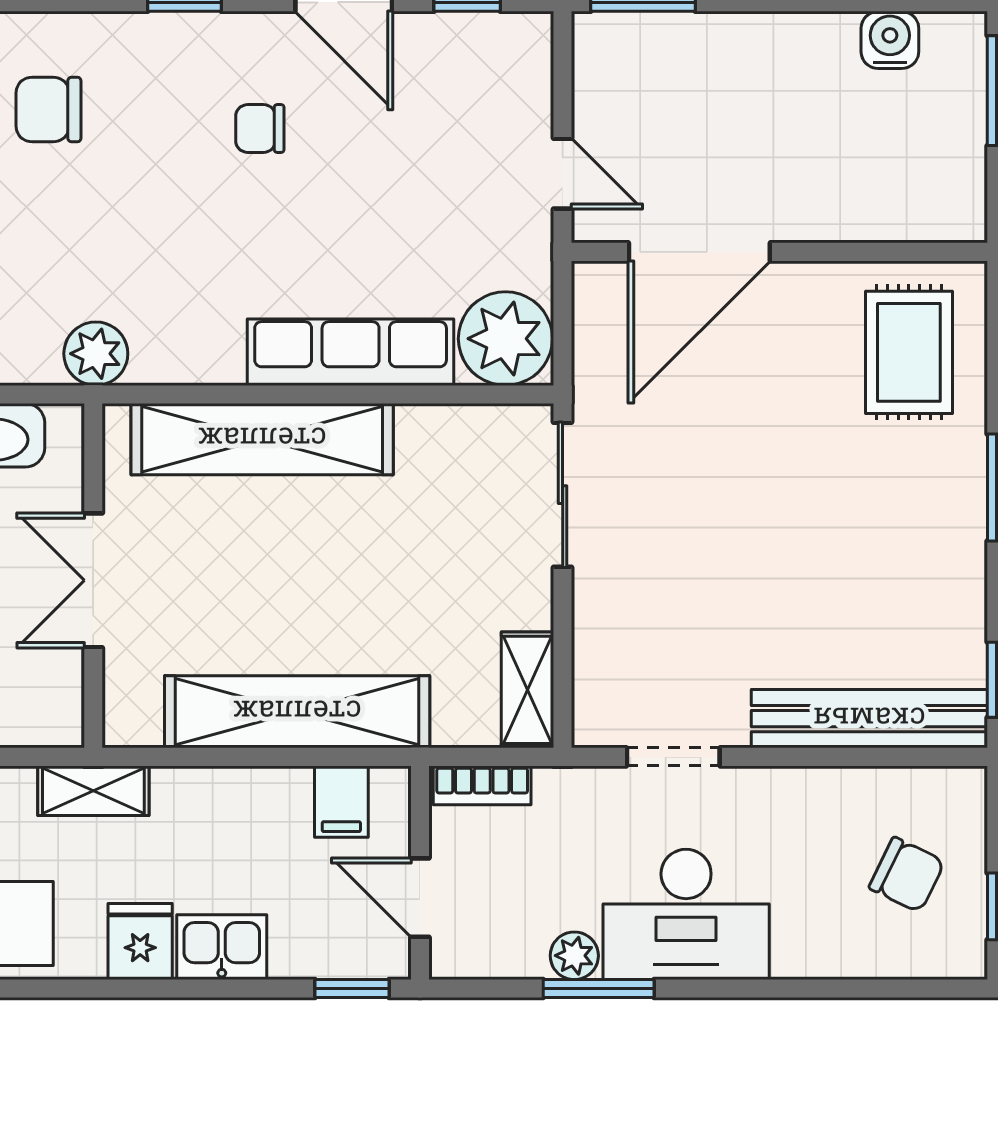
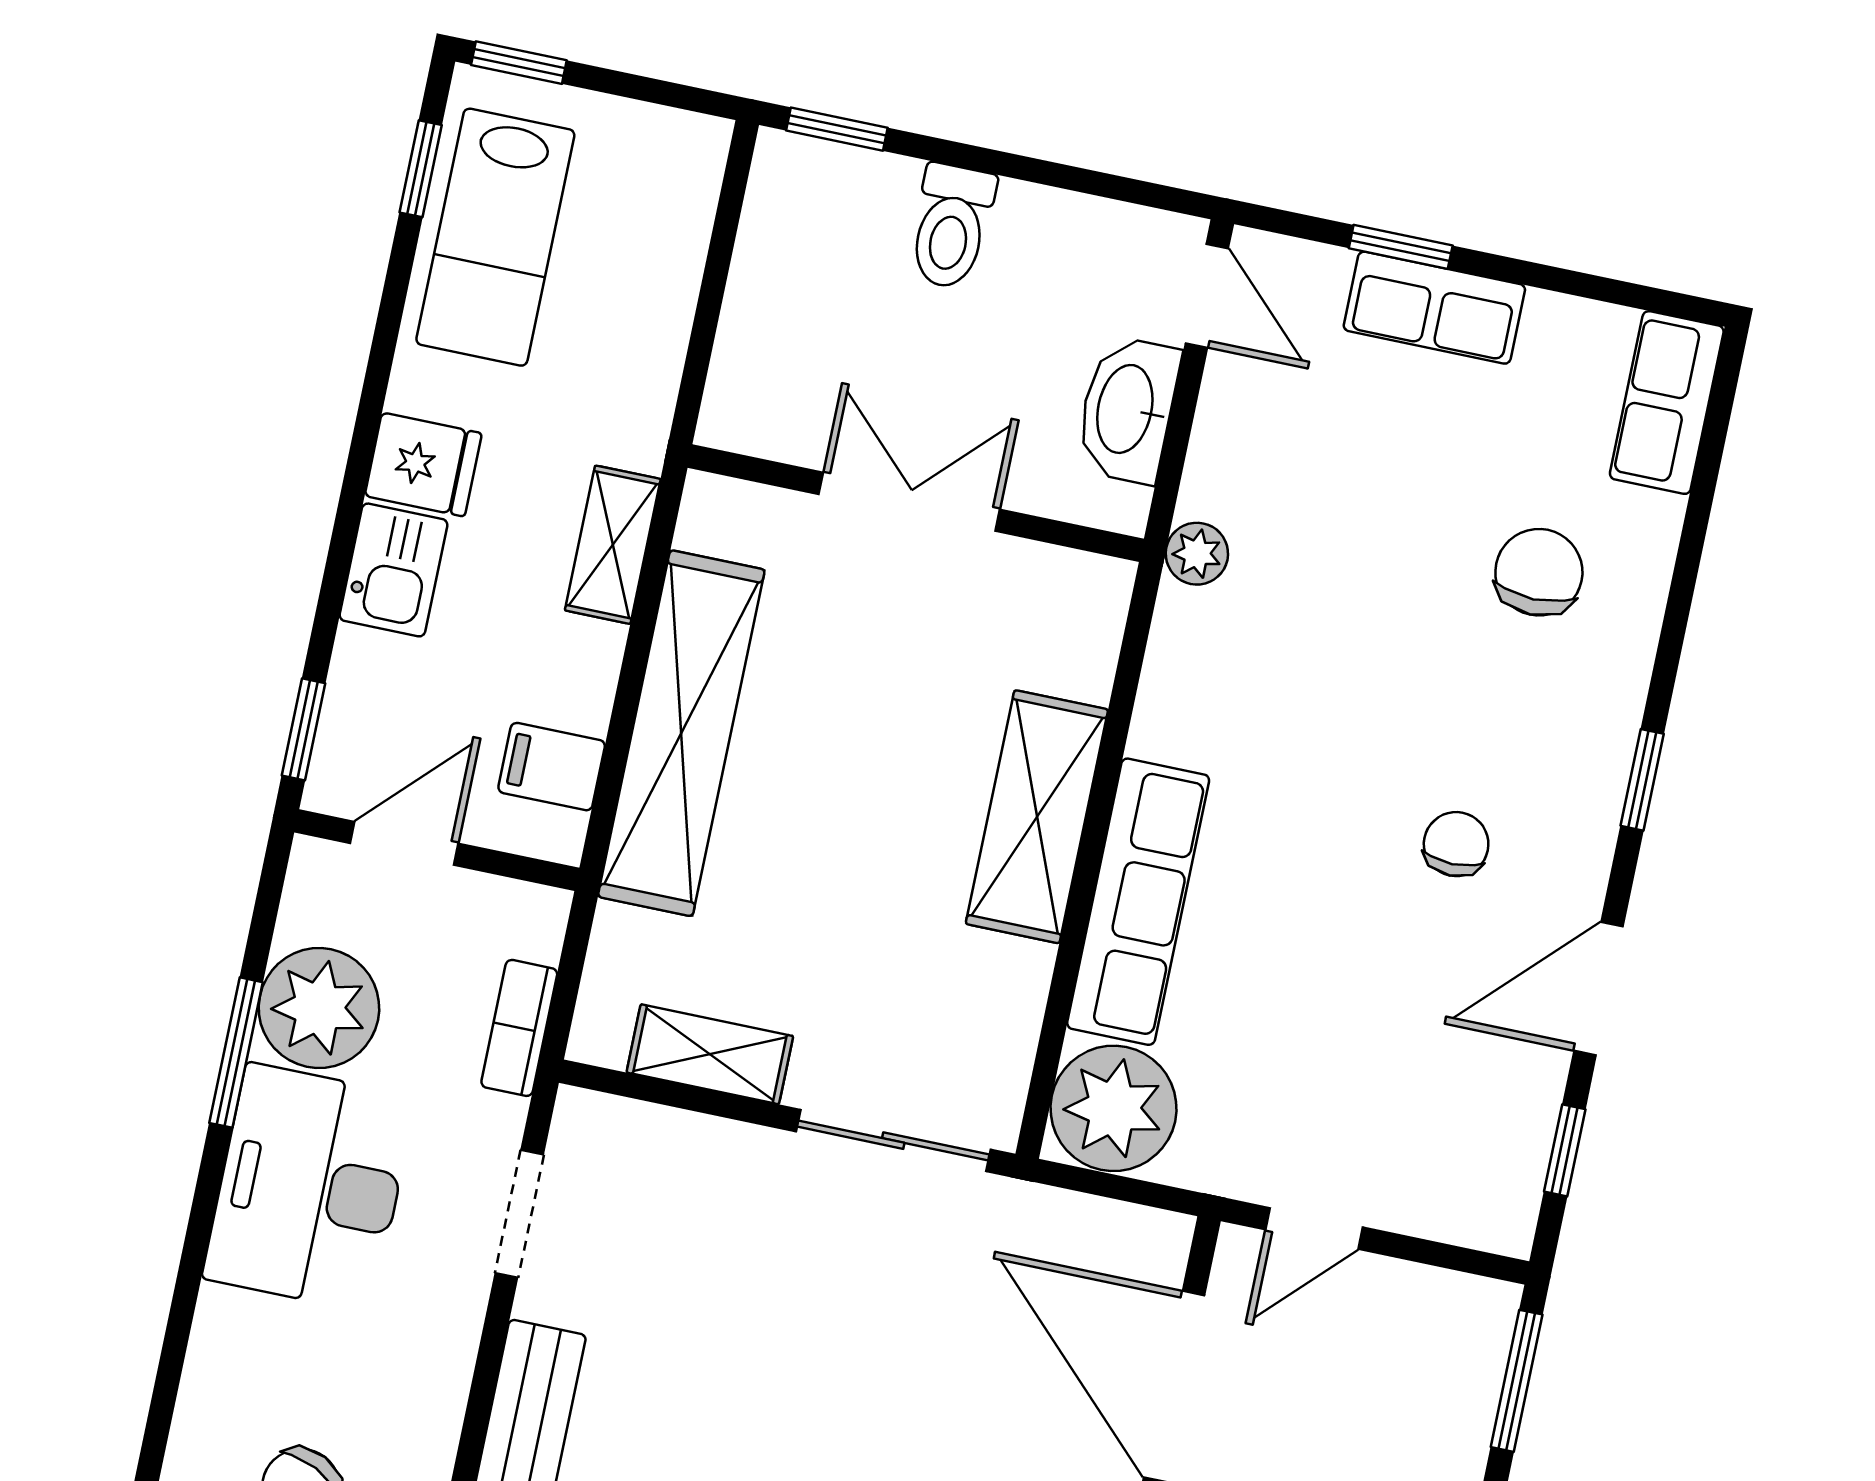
plant: (96, 354) -> (1197, 554), width x0.73, depth x0.73
shelving: (262, 439) -> (1037, 817), width x0.68
shelving: (527, 690) -> (710, 1054), moved
bookcase: (482, 785) -> (519, 1028), moved
shelving: (93, 791) -> (613, 545), moved
plant: (574, 956) -> (319, 1008), width x1.88, depth x1.88

